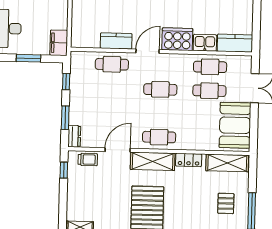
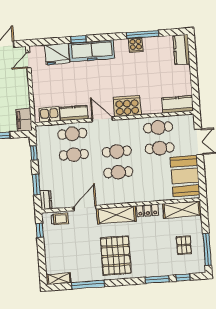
kitchen sink: (205, 43) -> (49, 114), moved
door: (148, 51) -> (102, 119), hinge flipped
cafe table: (111, 88) -> (74, 155), added
cafe table: (159, 137) -> (118, 172), moved

